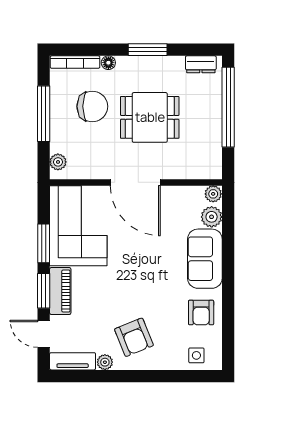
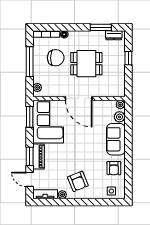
window: (148, 50) -> (101, 27), moved
window: (228, 107) -> (128, 58), width x0.32
window: (44, 243) -> (30, 117), moved

